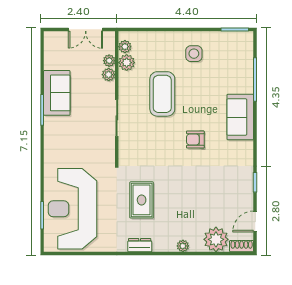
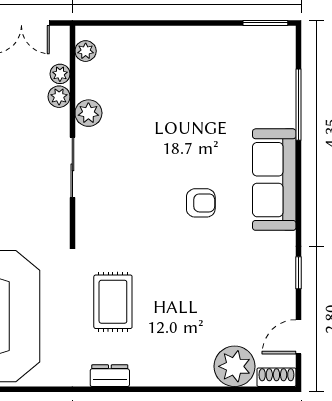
side table: (194, 54) -> (198, 62), removed
plant: (127, 63) -> (88, 113), moved
coffee table: (162, 94) -> (147, 128), removed
sofa: (240, 117) -> (274, 180), width x1.36
armchair: (195, 140) -> (201, 203), turned 180
plant: (183, 246) -> (180, 377), removed

